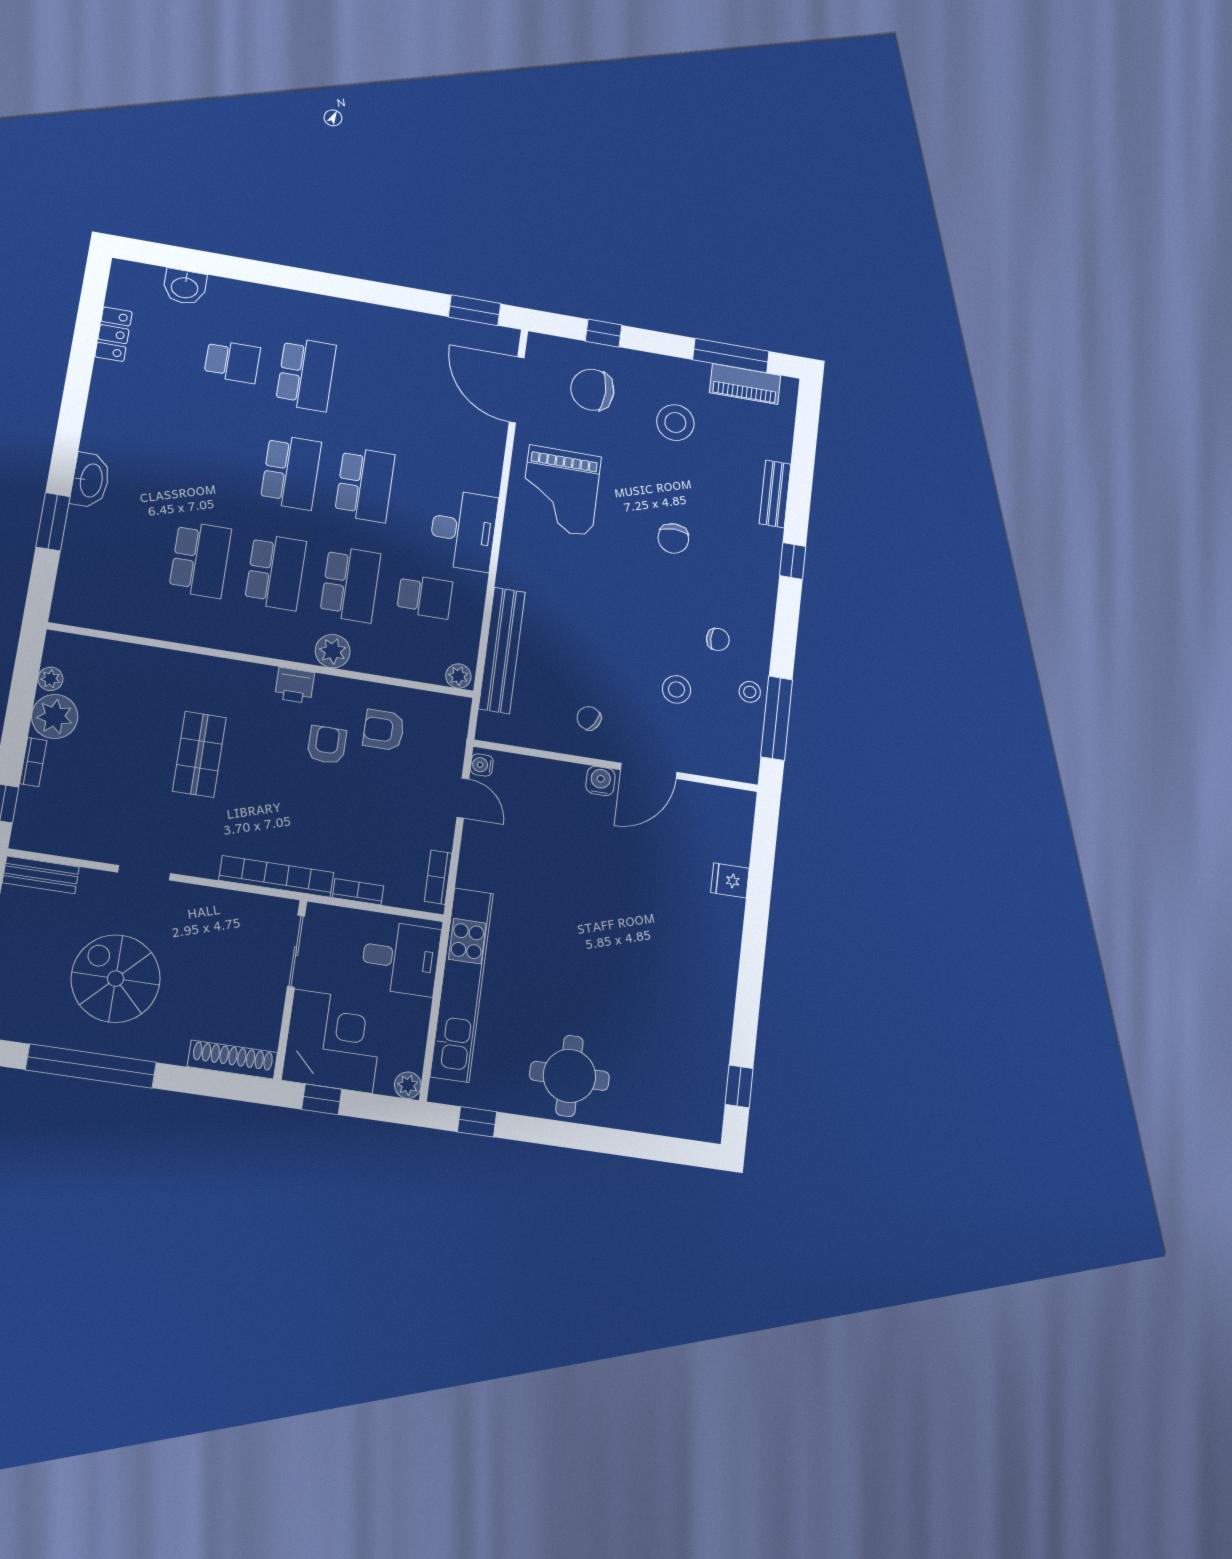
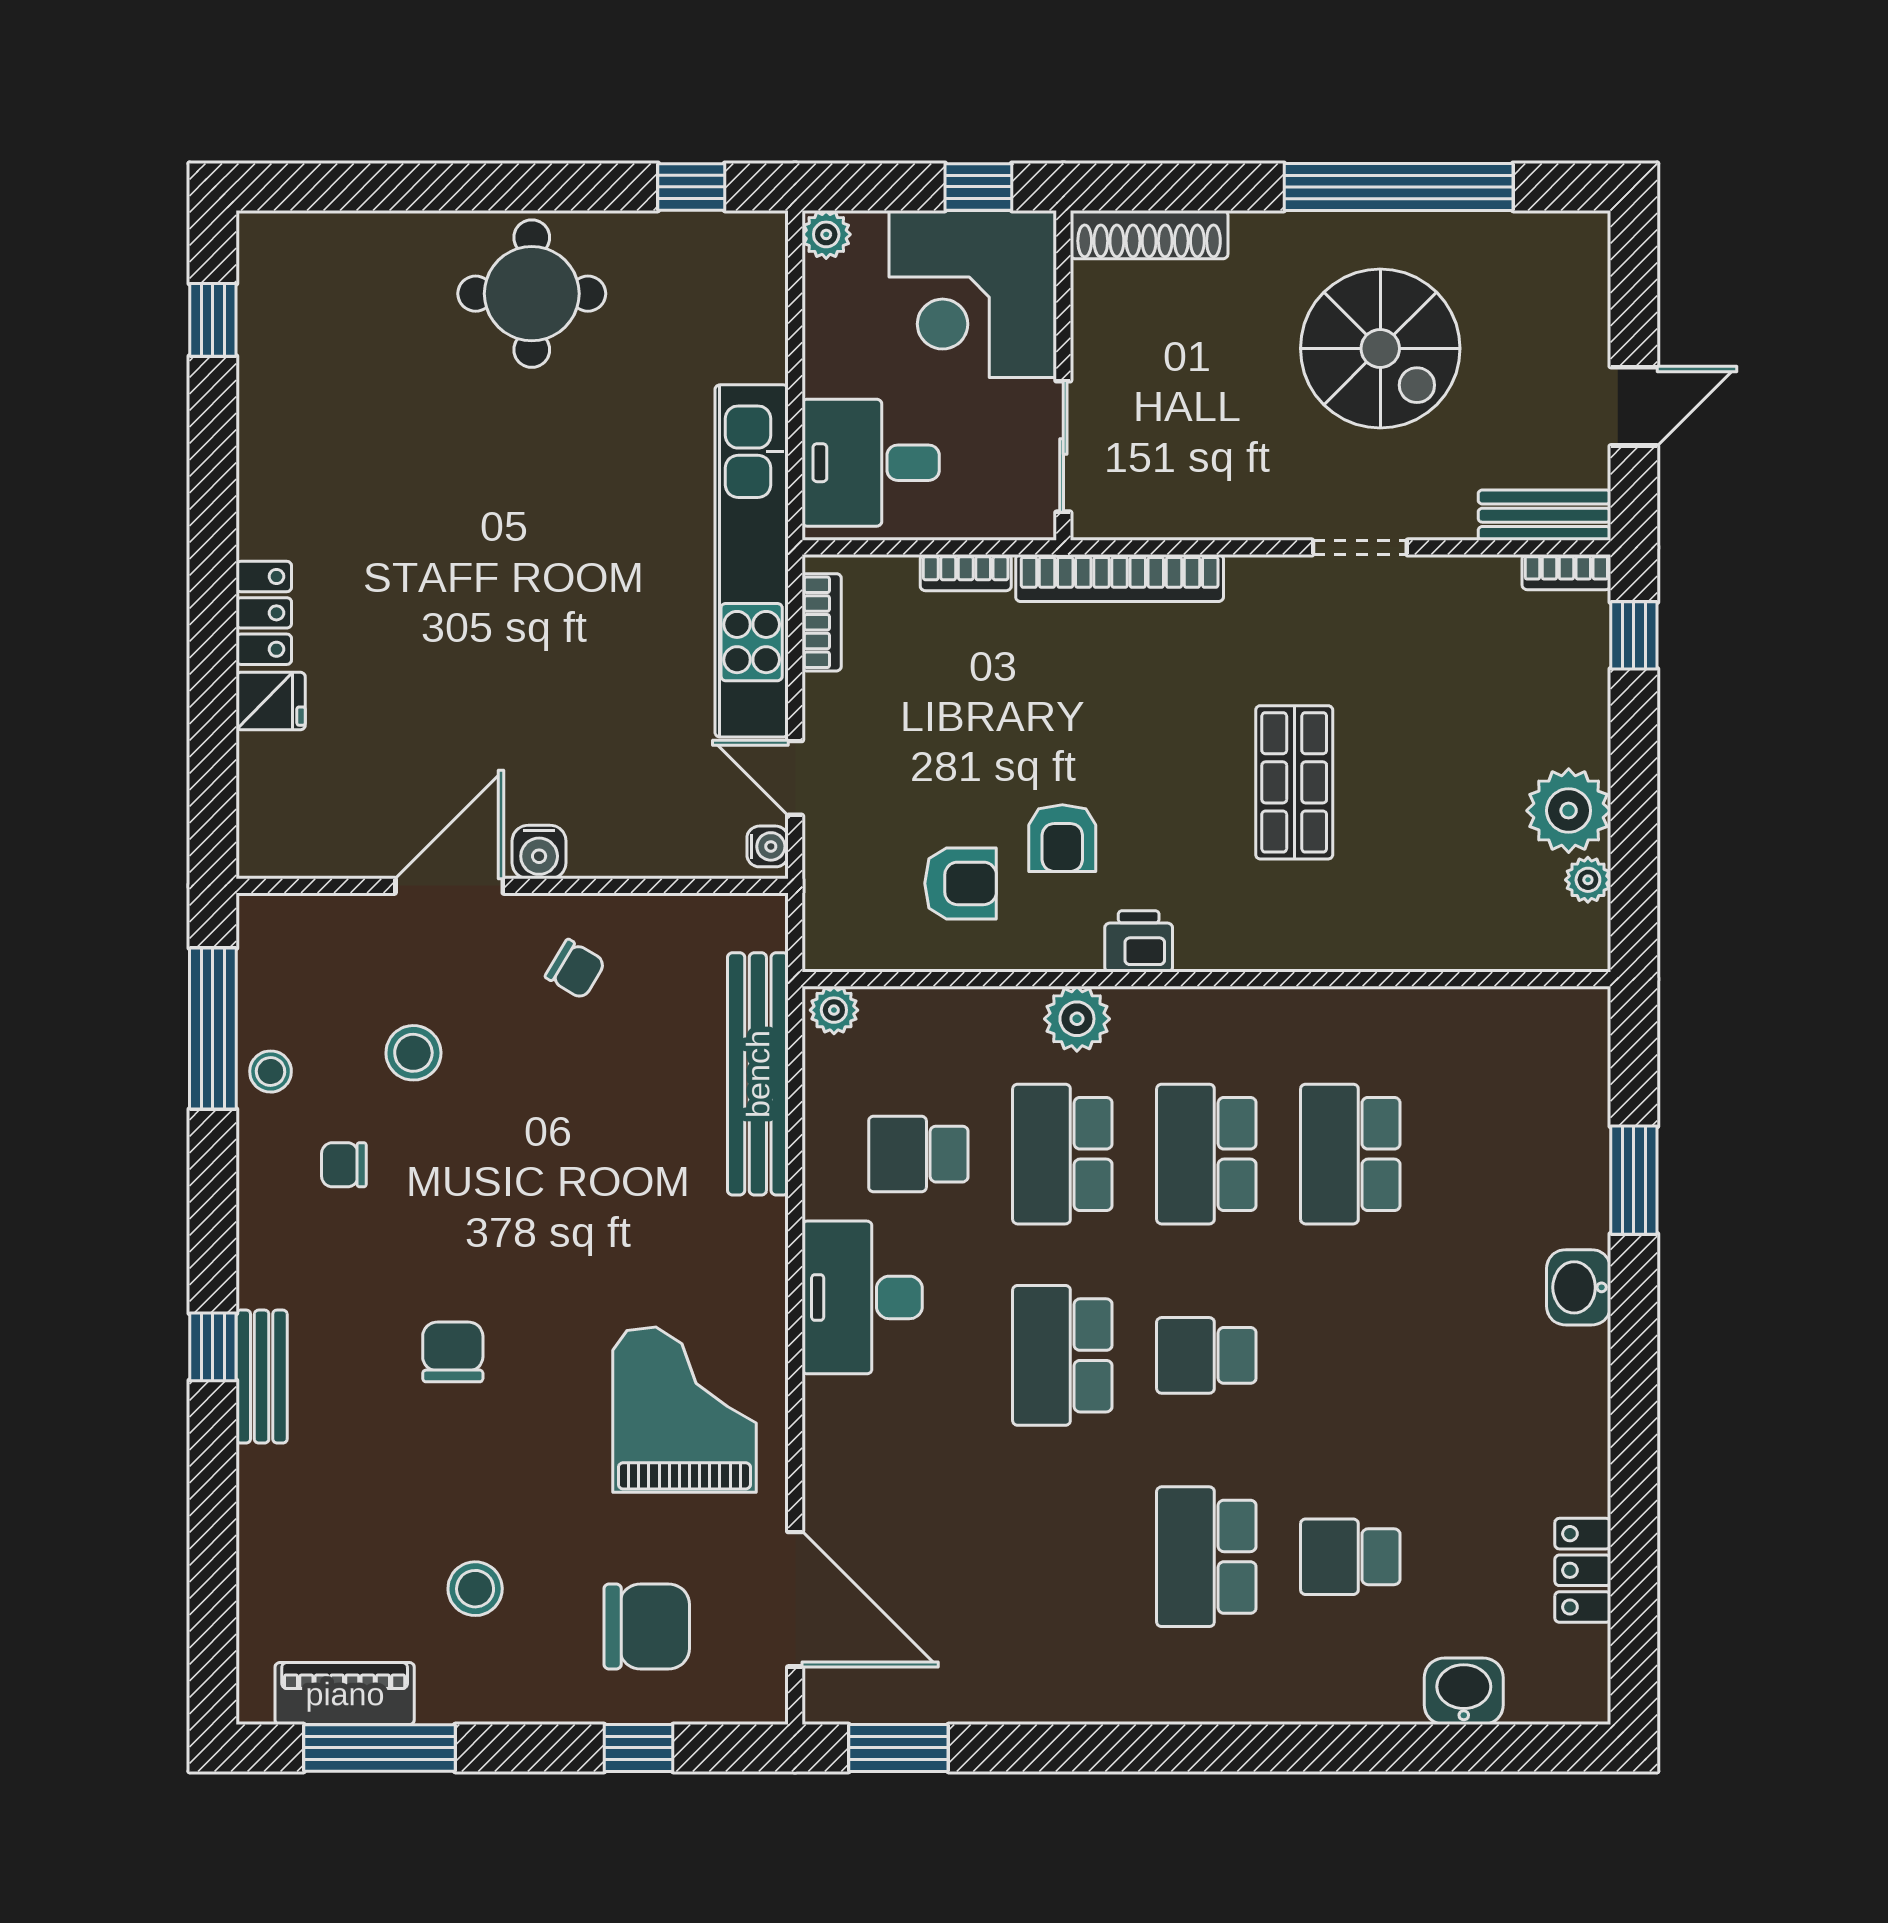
stool: (675, 423) -> (475, 1589), width x0.73, depth x0.73
school desk: (291, 472) -> (1206, 1355), width x0.54
washbasin: (90, 480) -> (1579, 1287), width x0.72
bench: (775, 494) -> (262, 1377), moved
bookcase: (33, 762) -> (1566, 572), moved, turned -90
locker: (729, 927) -> (264, 613), added
kitchen unit: (462, 984) -> (752, 561), moved

